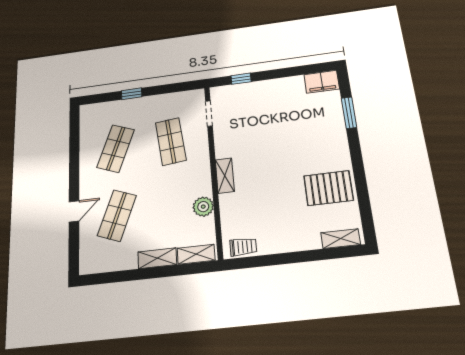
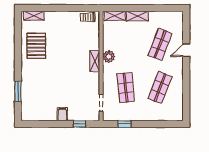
filing cabinet: (322, 82) -> (62, 114), moved, width x0.50
window: (132, 94) -> (124, 124), moved
pallet: (328, 188) -> (36, 46), turned 90
plant: (203, 207) -> (109, 57), moved

